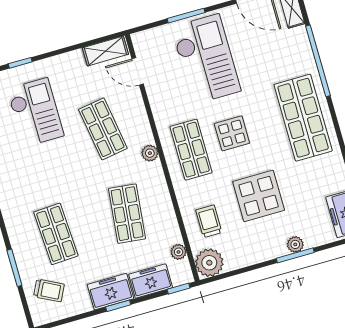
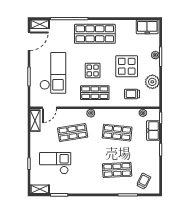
checkout: (206, 59) -> (53, 73), turned 90
plant: (209, 263) -> (152, 82), moved
freezer: (110, 292) -> (153, 151), removed

